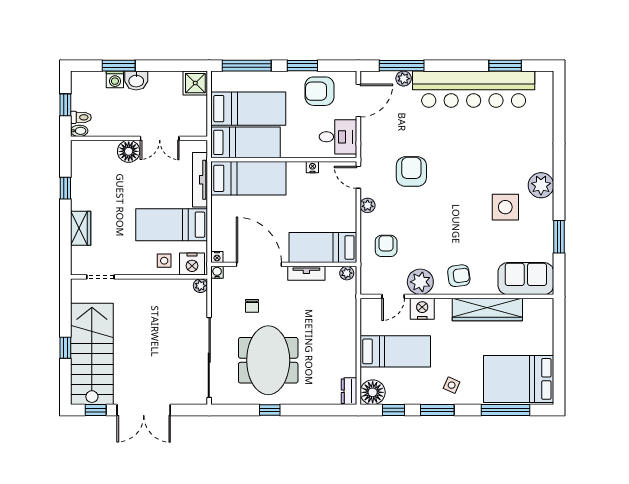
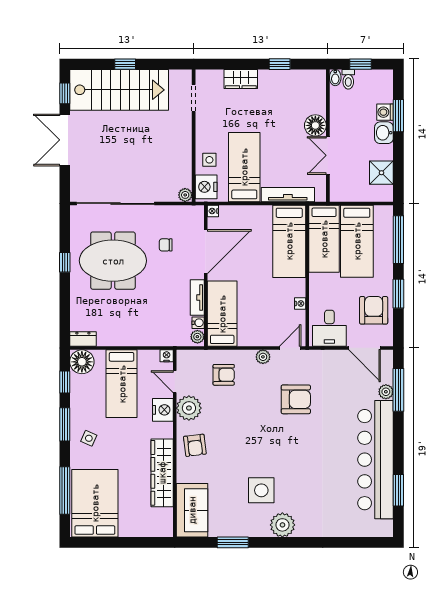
shower: (195, 83) -> (381, 173), moved
water cooler: (217, 272) -> (198, 323), moved
nightstand: (366, 305) -> (167, 356), added

